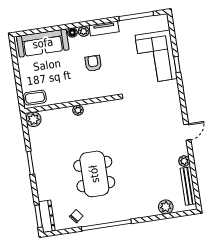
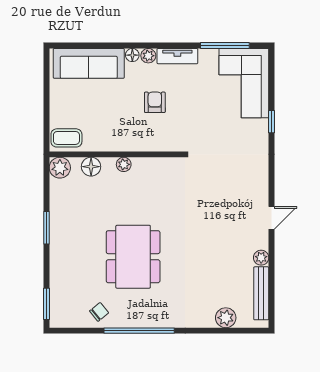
corner sofa: (156, 57) -> (244, 83), moved
floor lamp: (55, 115) -> (91, 167), added
dresser: (47, 216) -> (58, 306), removed

